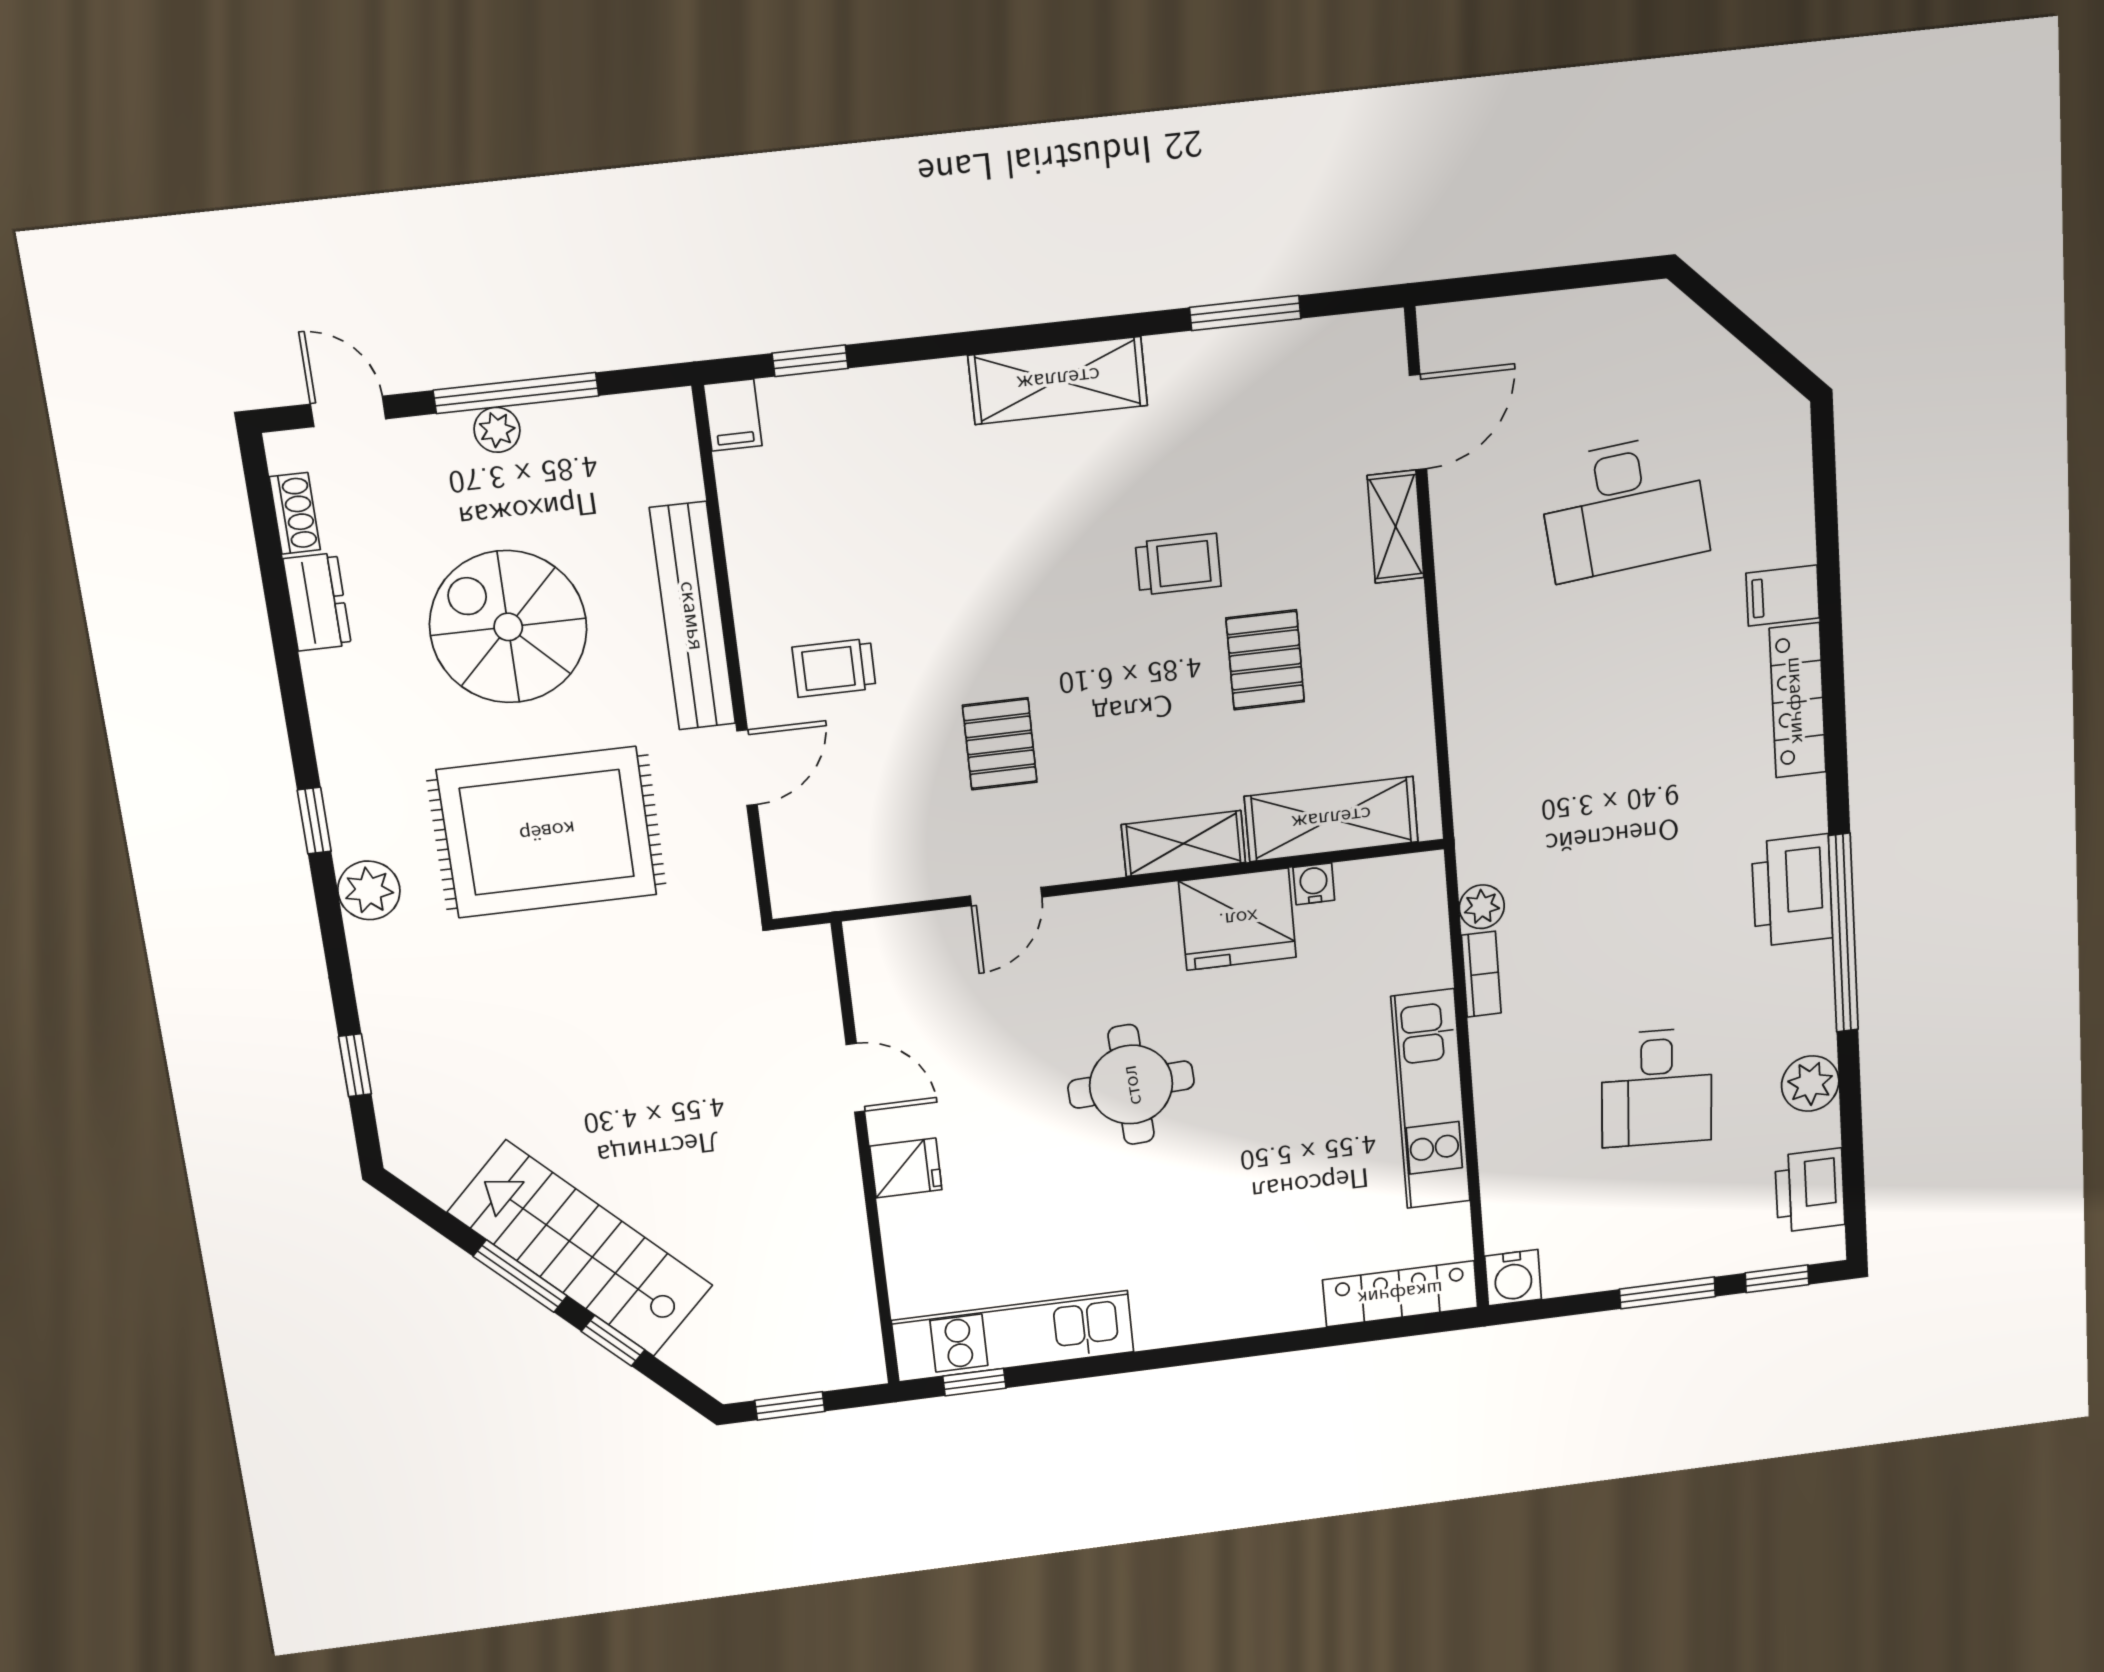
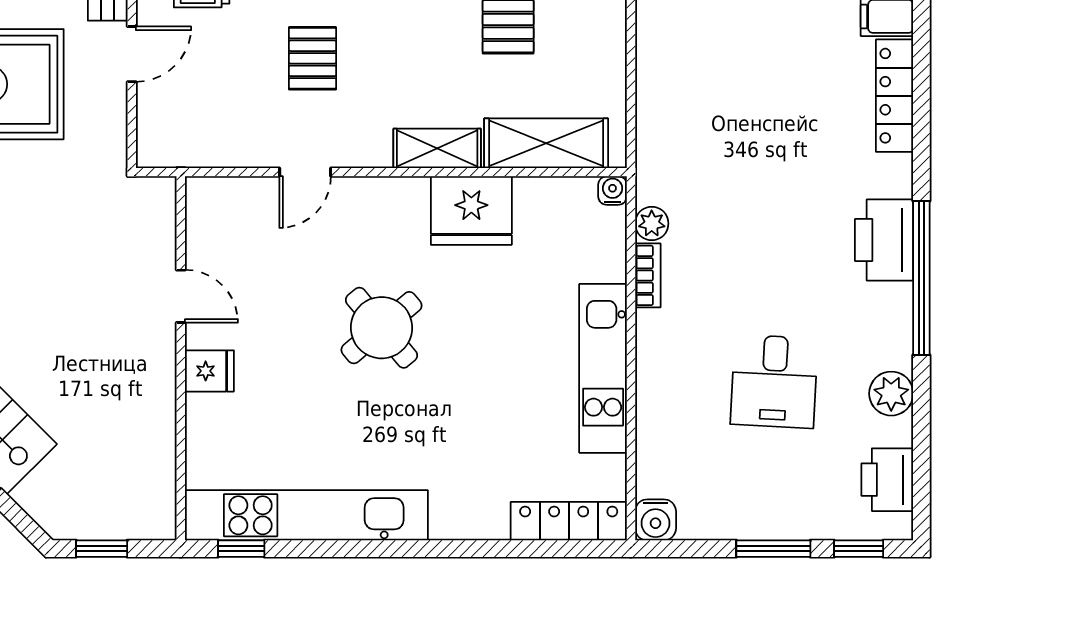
water cooler: (1314, 884) -> (613, 191), moved
round table: (1131, 1085) -> (381, 328), turned -37
kitchen unit: (1013, 1336) -> (306, 515), width x1.36

